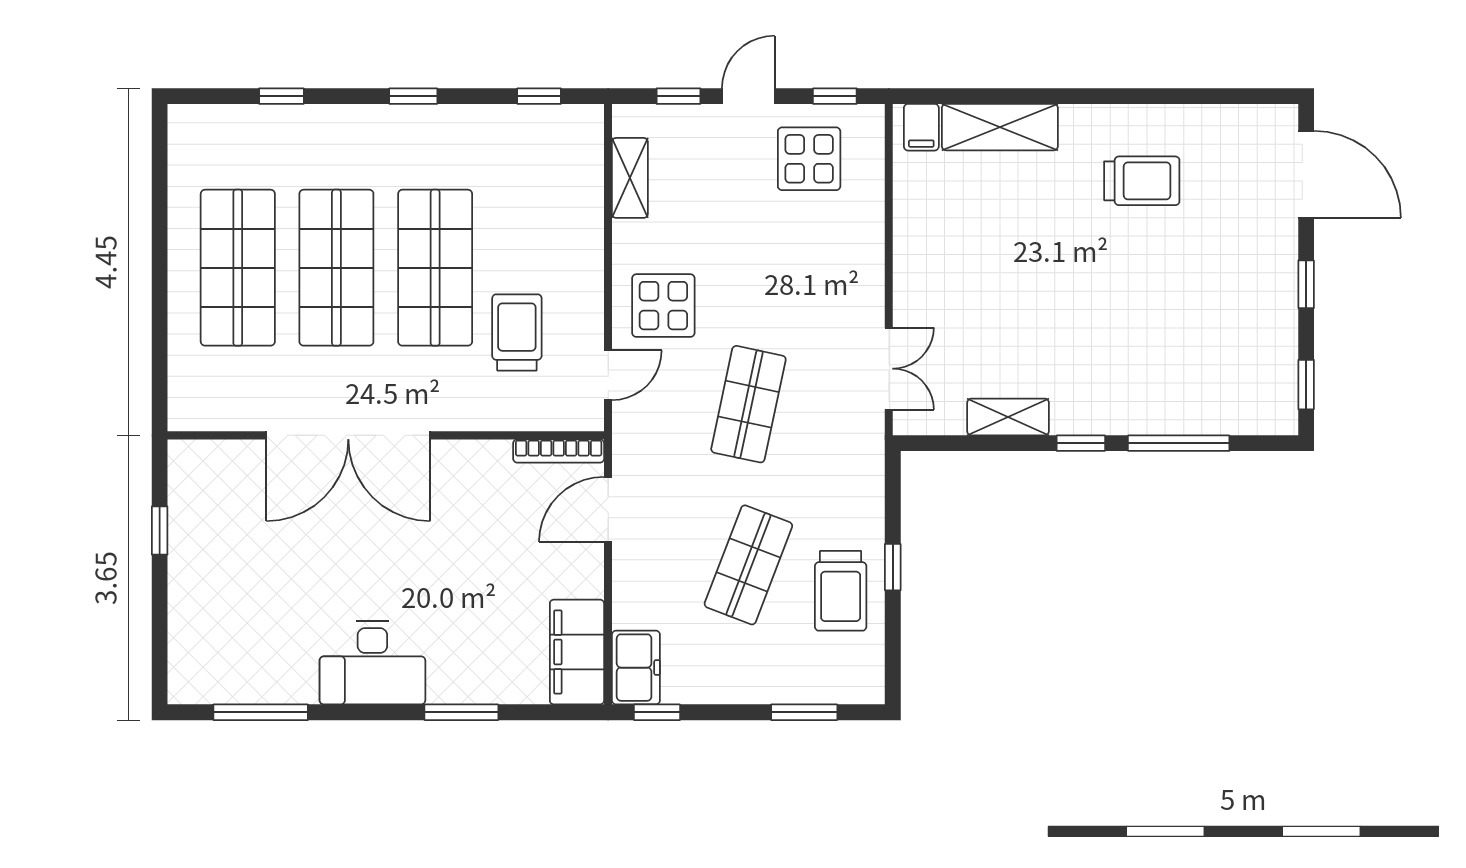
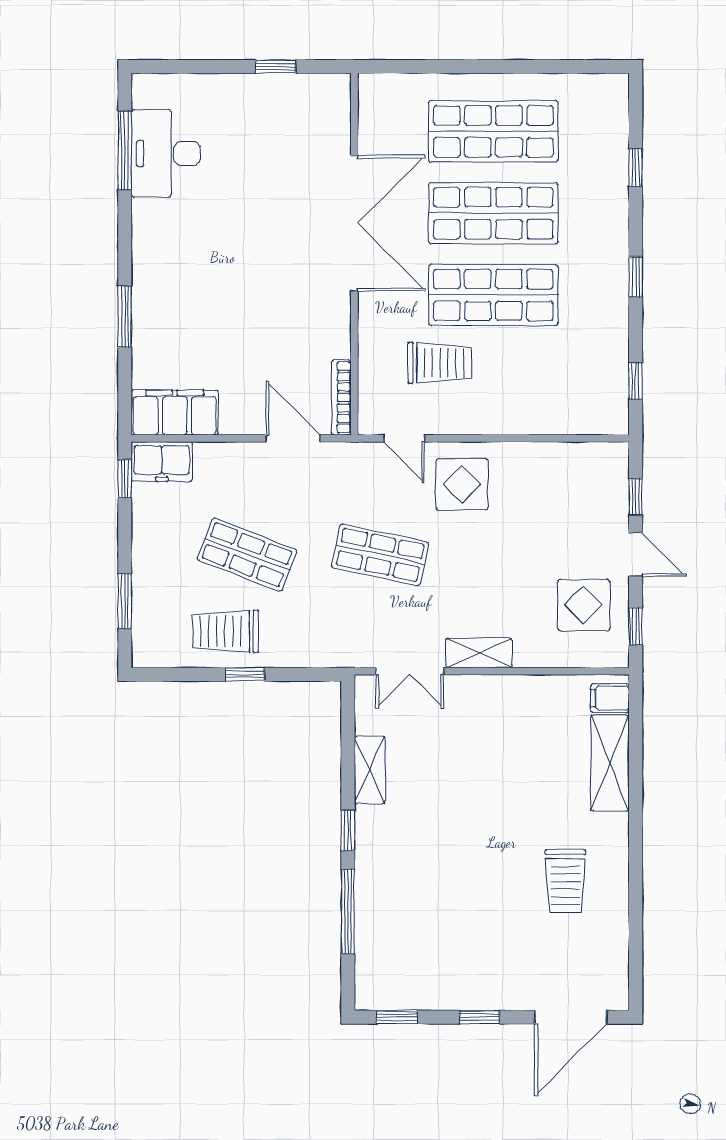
shelving: (630, 178) -> (479, 653), moved
double door: (348, 435) -> (354, 223), swing flipped
desk: (372, 663) -> (166, 153), moved

